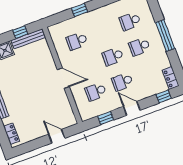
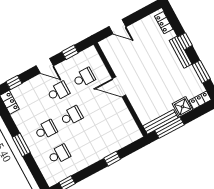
window: (20, 32) -> (170, 128), width x2.17
window: (165, 36) -> (21, 145), width x0.69
school desk: (77, 41) -> (110, 127), removed

